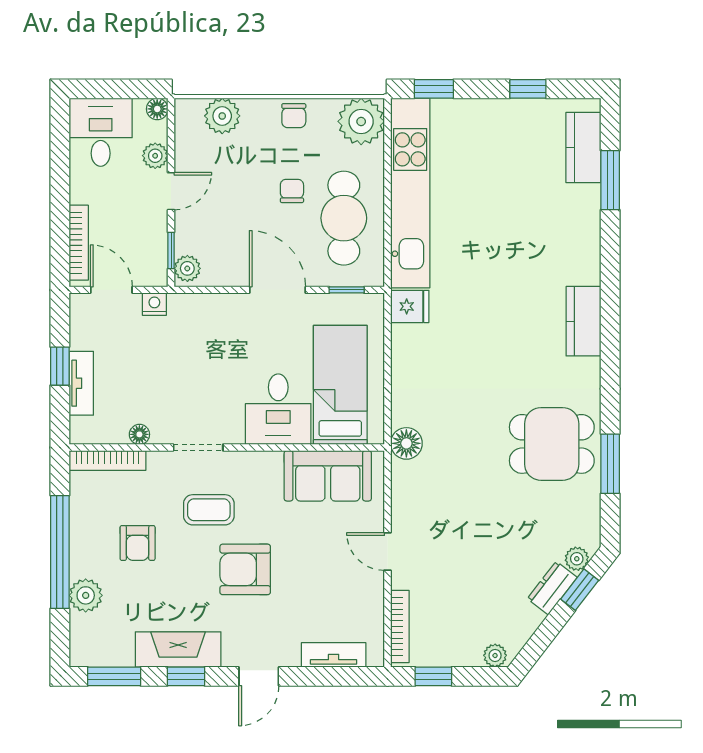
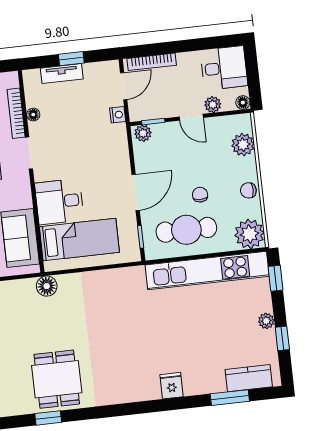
plant: (498, 111) -> (266, 321), added
chair: (292, 191) -> (200, 195), turned -90
fridge: (410, 306) -> (172, 386), moved, turned 180
kitchen counter: (583, 321) -> (138, 391), removed
bookcase: (108, 460) -> (16, 113), moved
window: (610, 464) -> (48, 418), width x0.67

